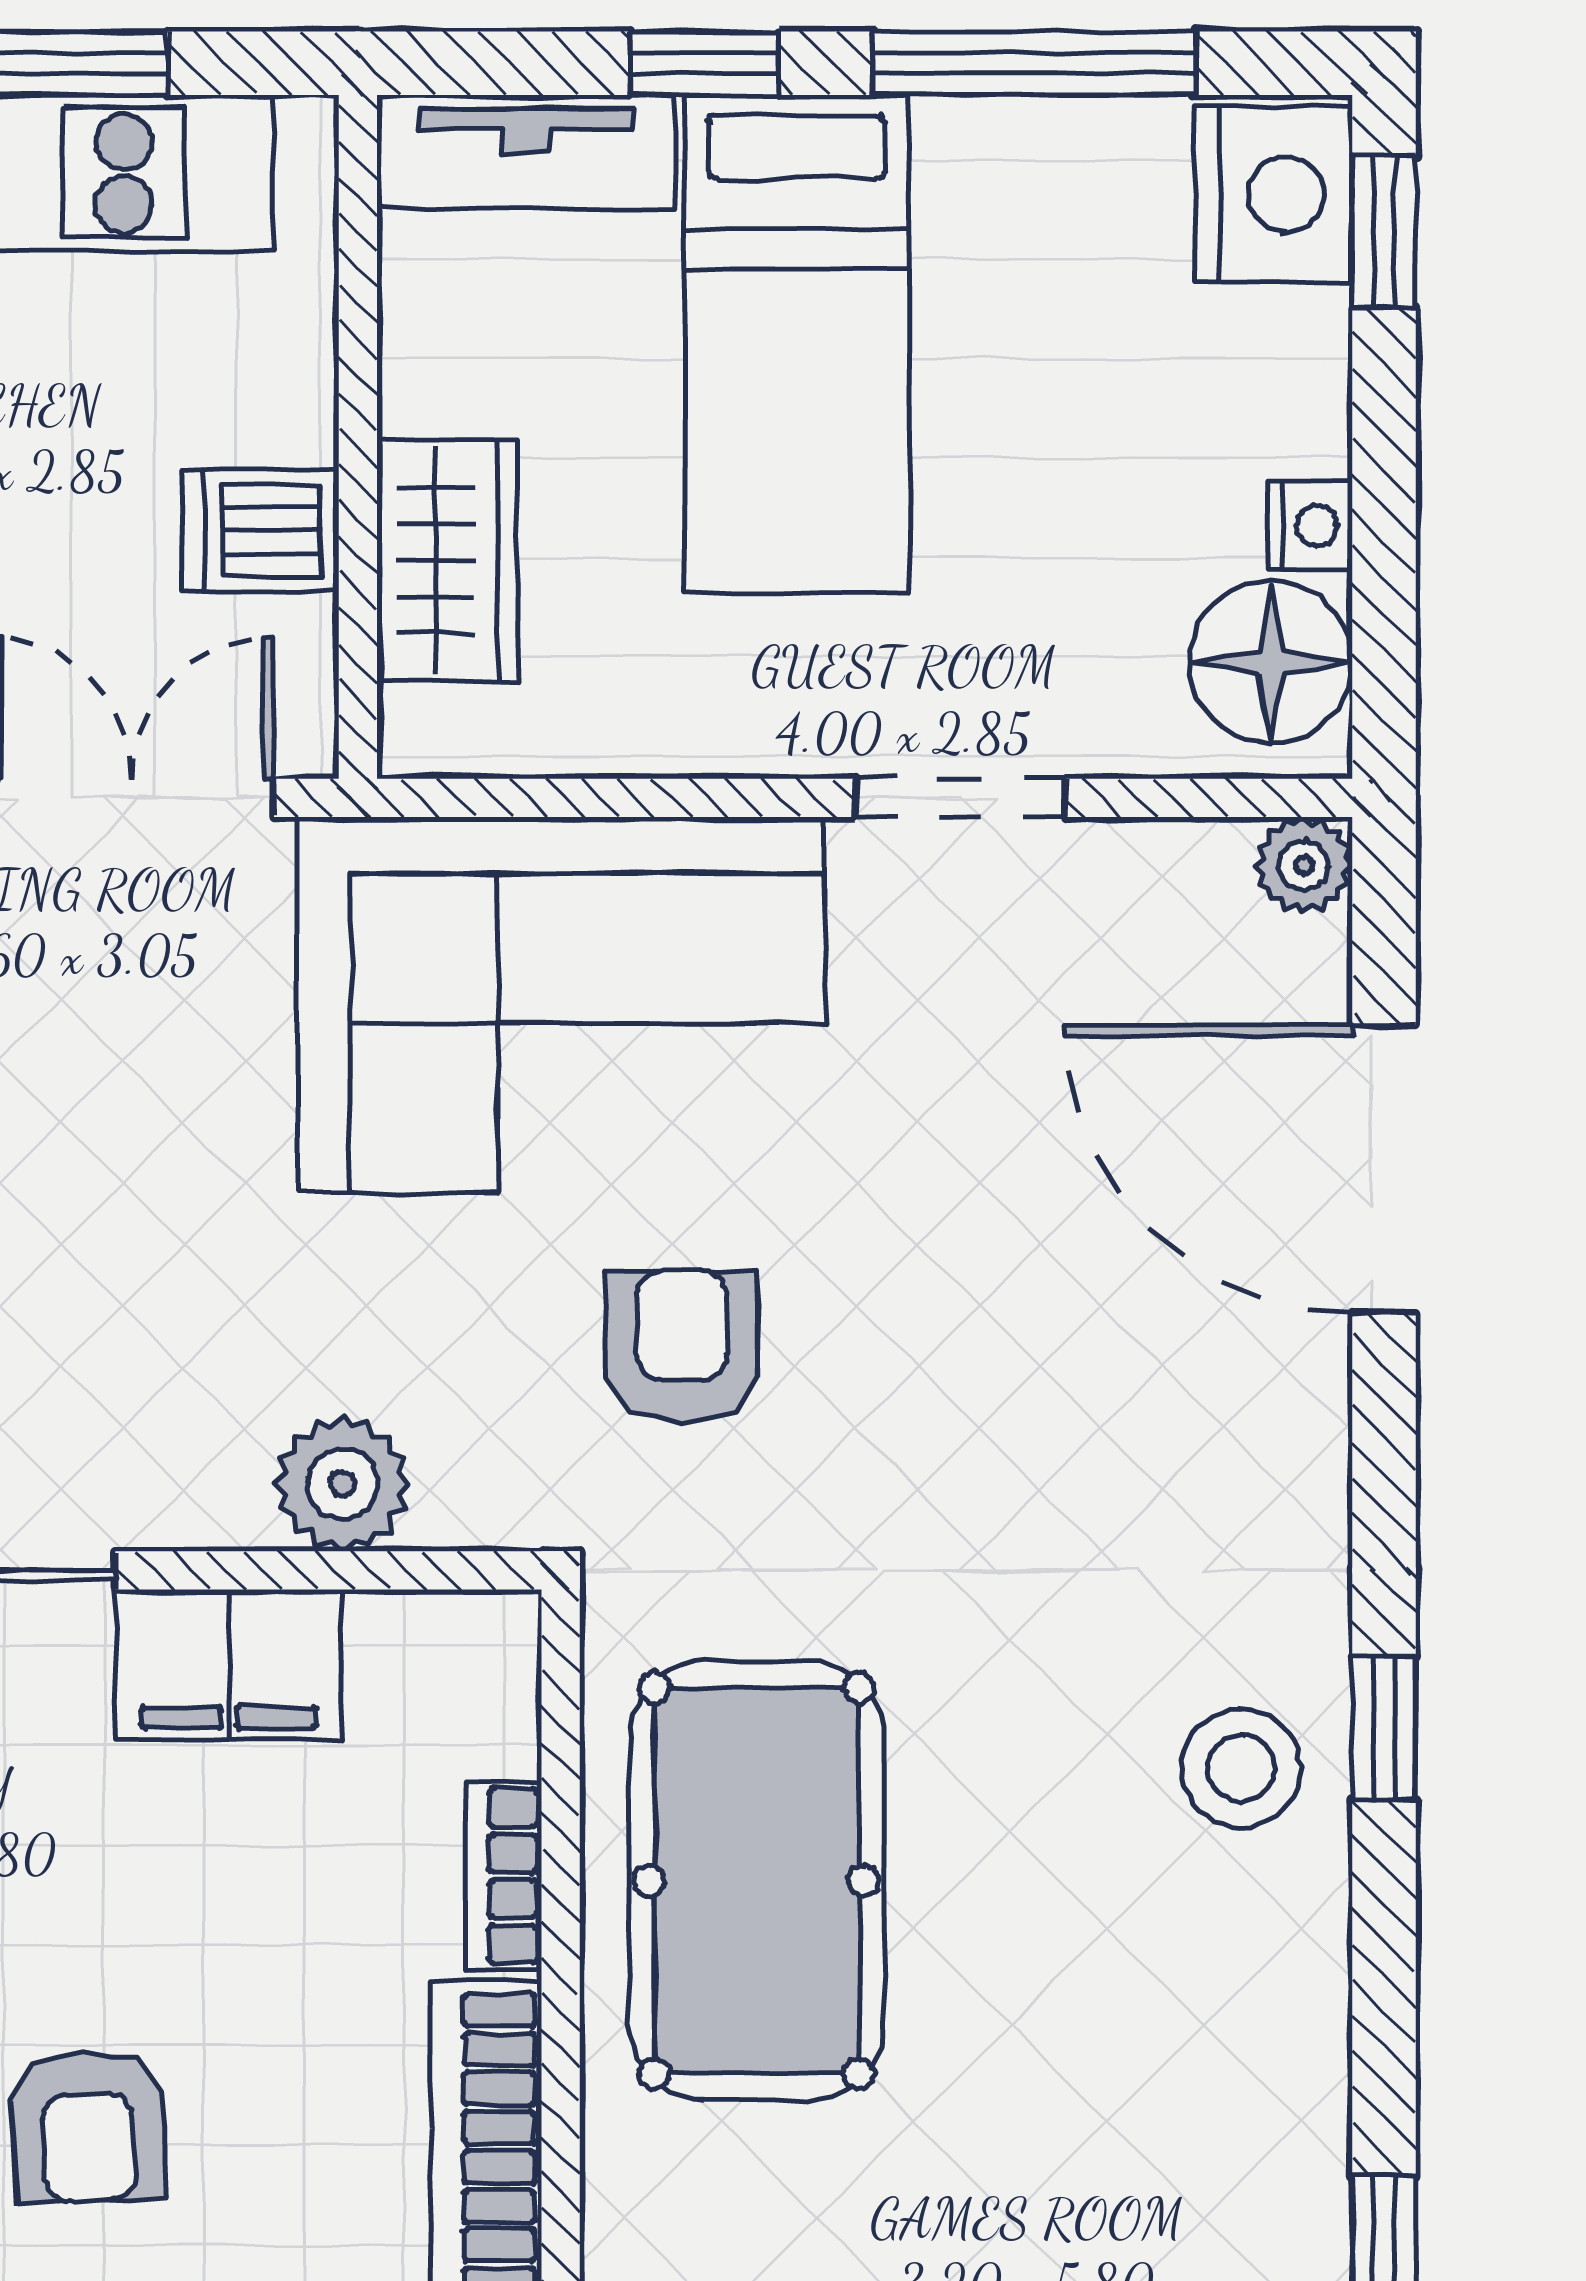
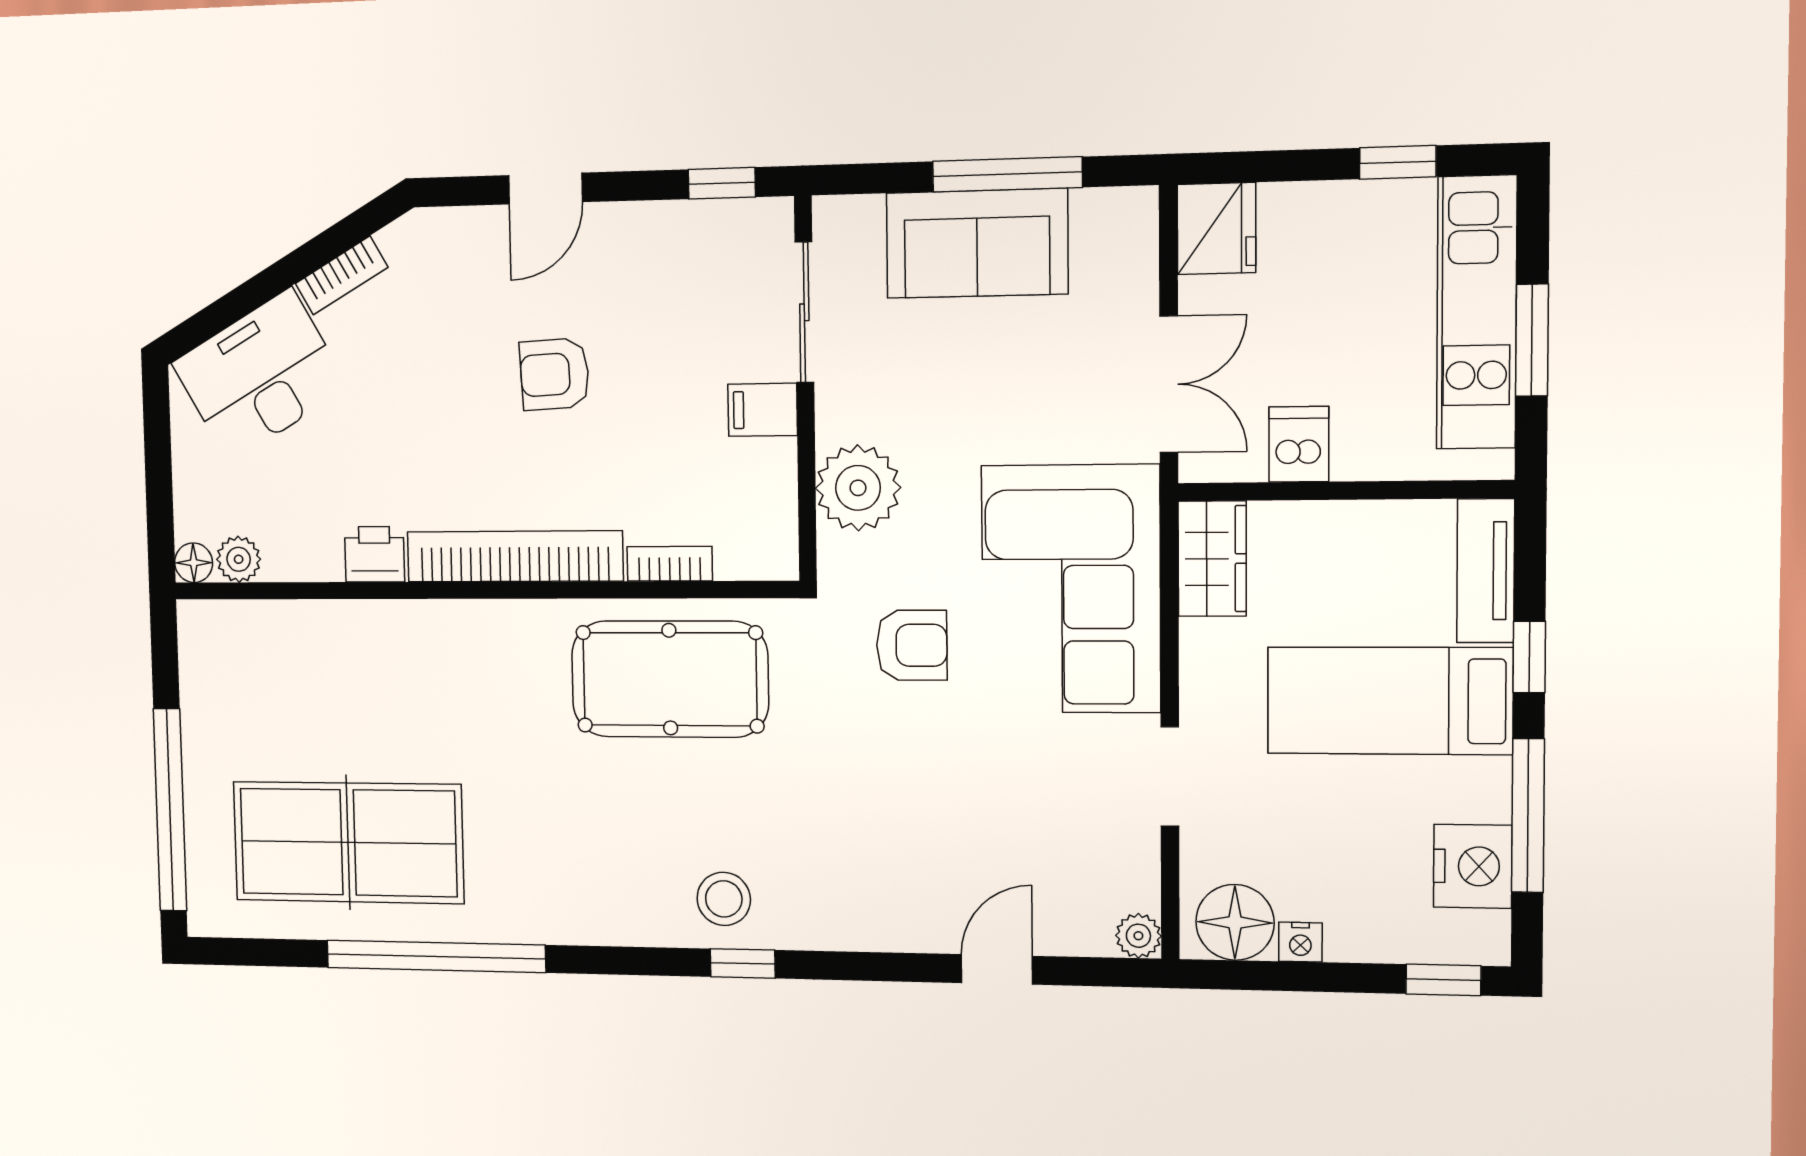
nightstand: (1274, 195) -> (1473, 866), moved, turned -90
wardrobe: (447, 560) -> (1212, 559), moved, turned -90
door: (1384, 1169) -> (997, 969), width x0.53
plant: (343, 1484) -> (858, 488), width x1.36, depth x1.36
filing cabinet: (229, 1665) -> (763, 410), width x0.50

